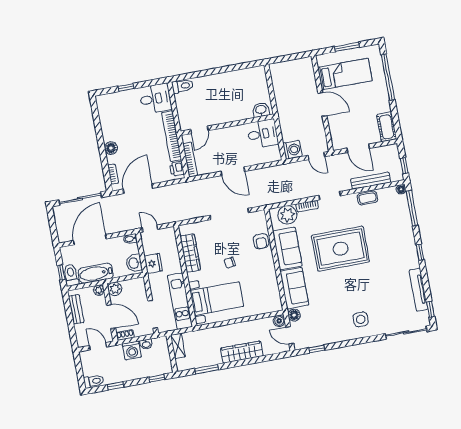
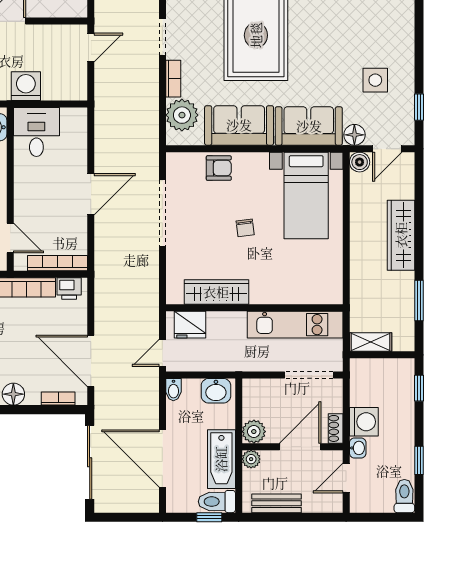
washing machine: (292, 150) -> (26, 86), moved
fridge: (153, 263) -> (190, 325), moved, turned 180
bed with nightstands: (217, 298) -> (306, 195), moved, turned 180
side table: (361, 319) -> (375, 80), moved
washbasin: (146, 344) -> (358, 448), moved

